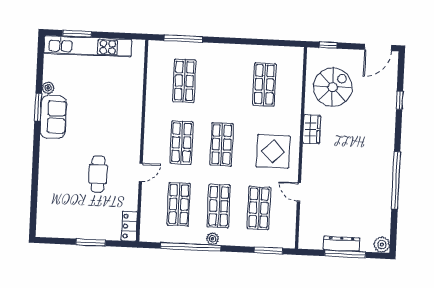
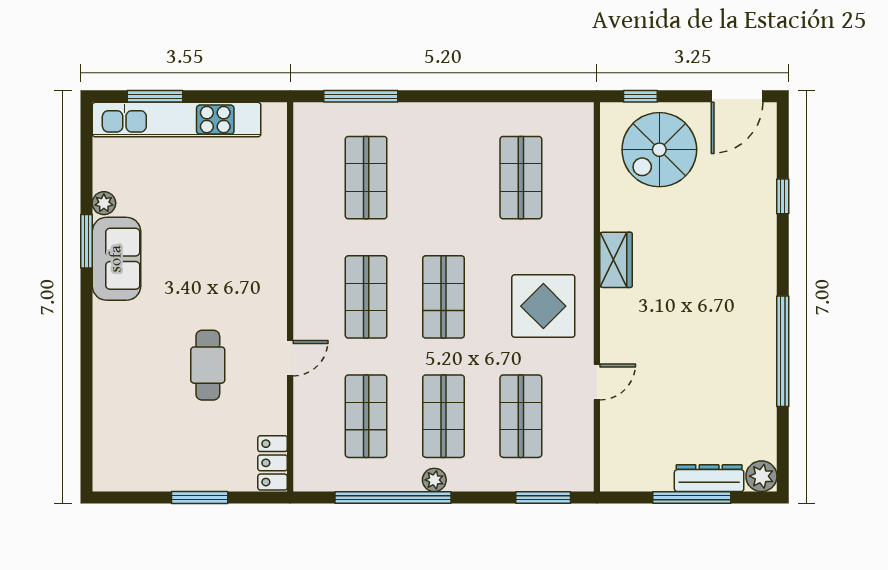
spiral stairs: (333, 87) -> (659, 150), moved, turned 180
door: (299, 192) -> (597, 382), swing flipped
dresser: (341, 244) -> (709, 478), moved

